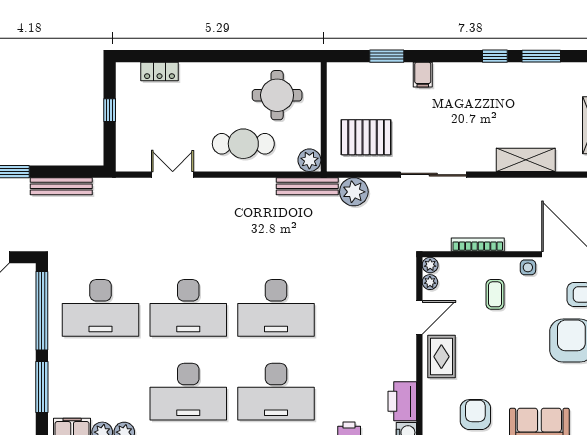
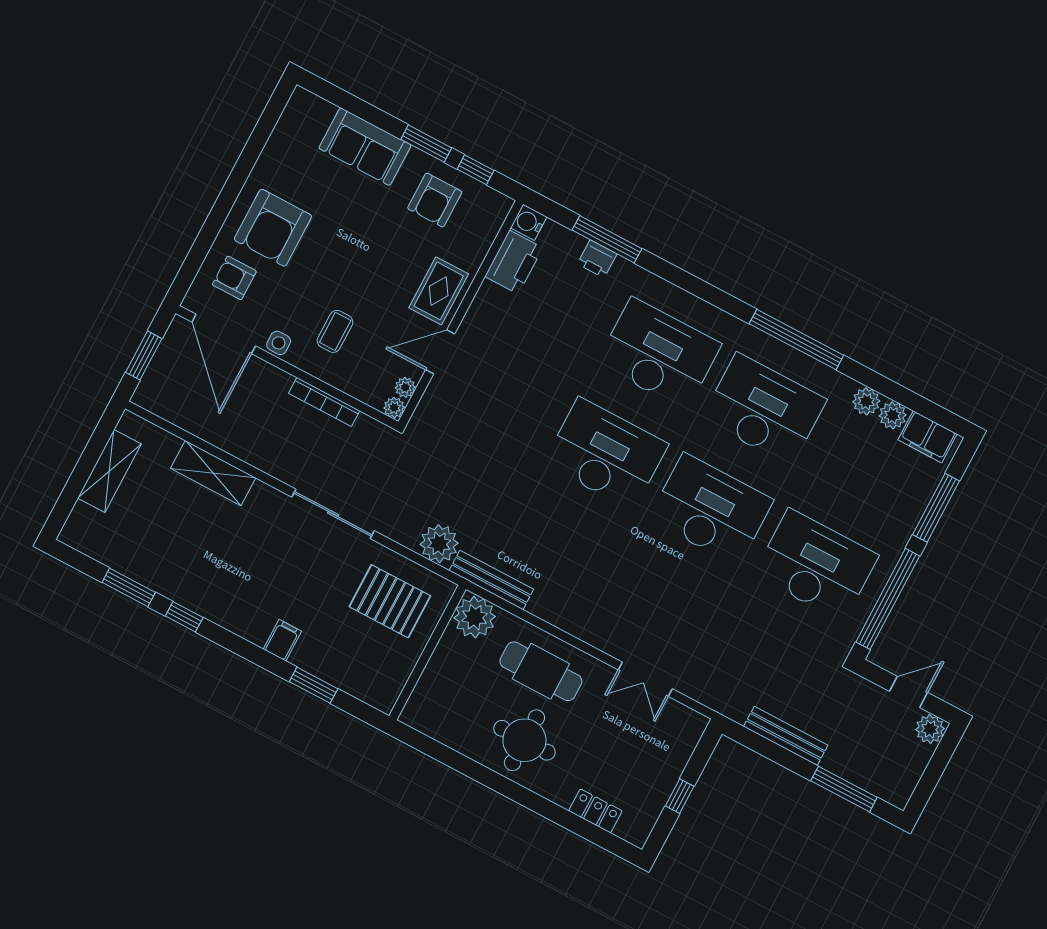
round table: (277, 95) -> (524, 740), moved
plant: (309, 160) -> (475, 617), width x1.36, depth x1.36

